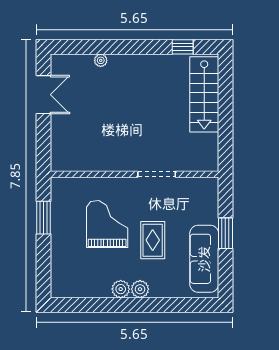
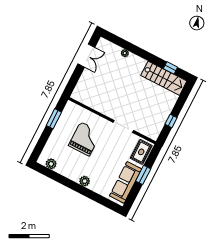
stairs: (204, 94) -> (164, 78), moved, turned -90
window: (225, 128) -> (171, 121), added
rug: (153, 240) -> (141, 152), moved
plant: (121, 289) -> (51, 164), moved

